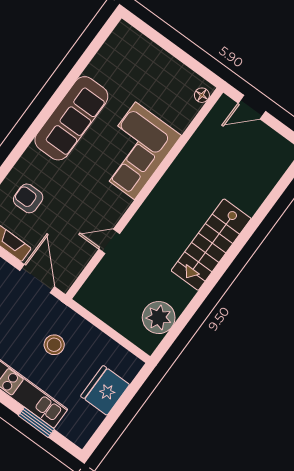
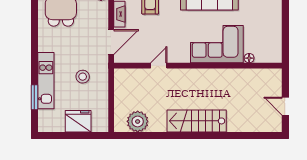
floor lamp: (202, 95) -> (249, 58), moved
door: (252, 107) -> (285, 106), moved
door: (109, 241) -> (159, 66), hinge flipped

